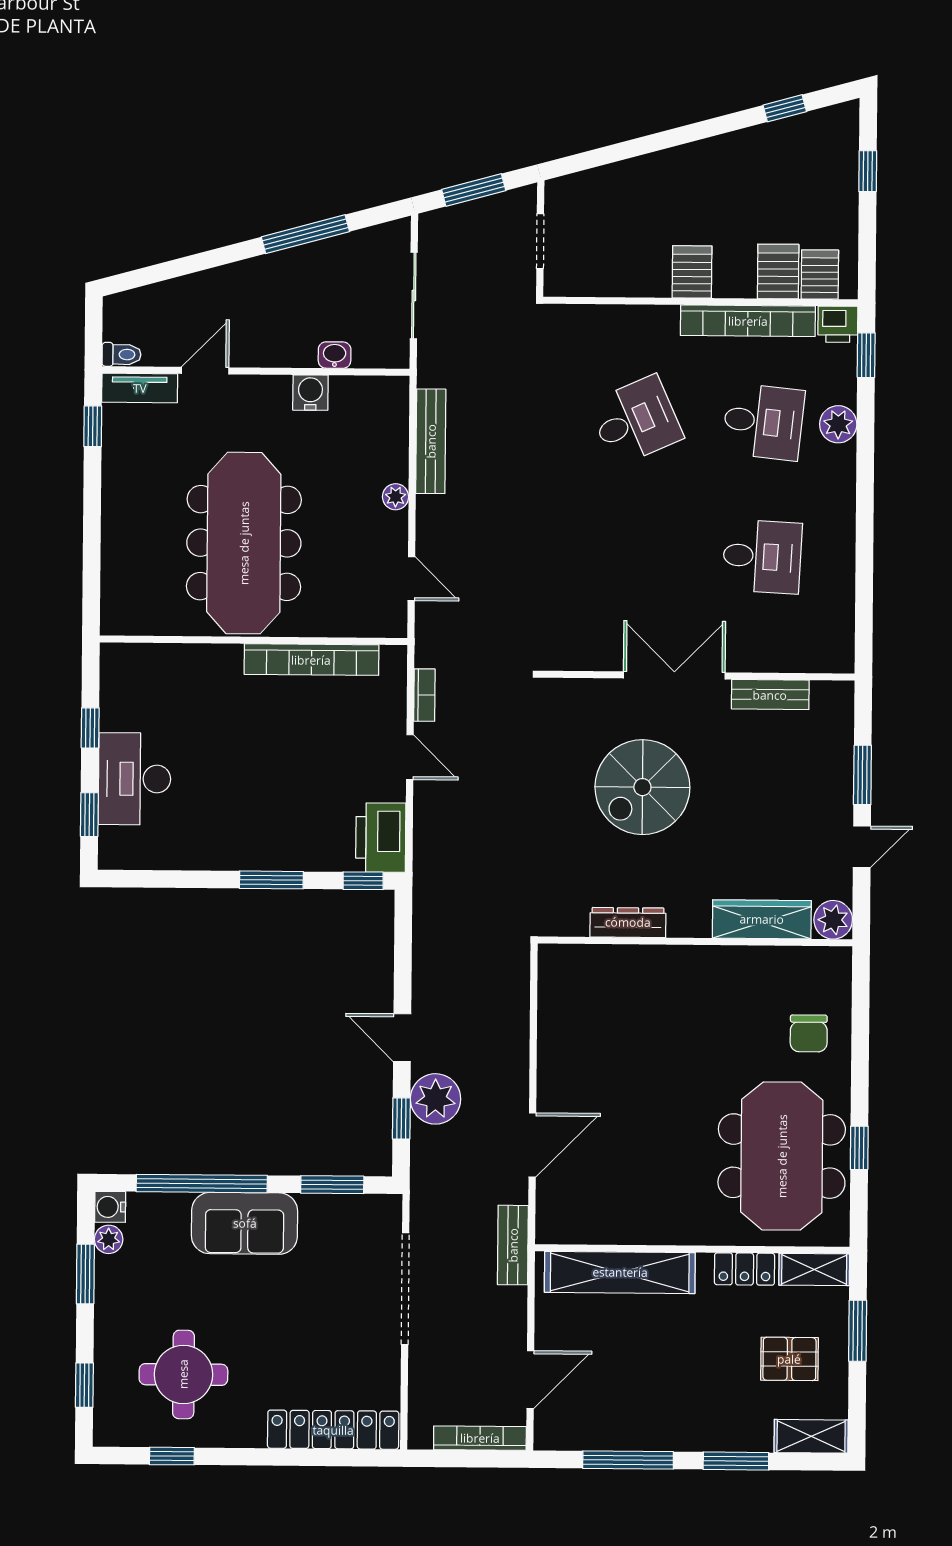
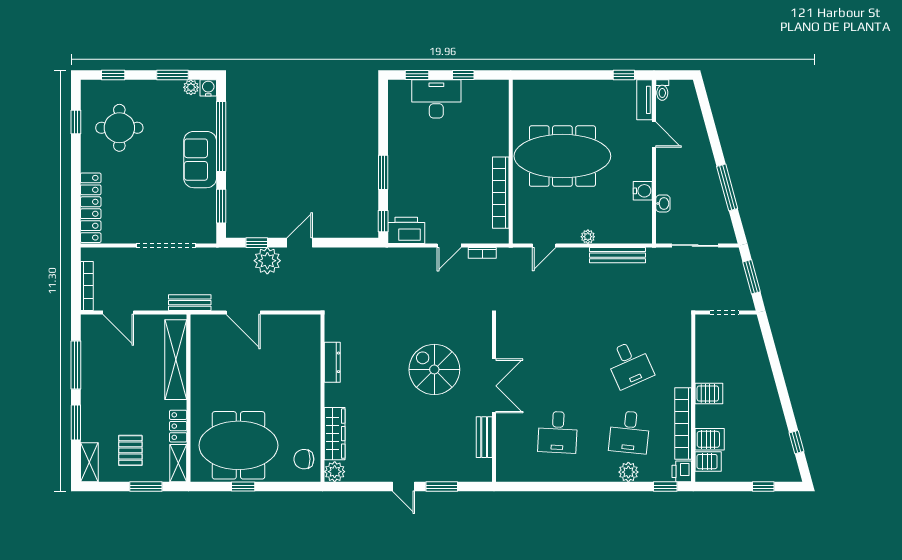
wardrobe: (762, 919) -> (335, 434), moved
plant: (833, 920) -> (335, 472), moved
dresser: (628, 922) -> (332, 362), moved
wall: (695, 941) -> (323, 398), moved

